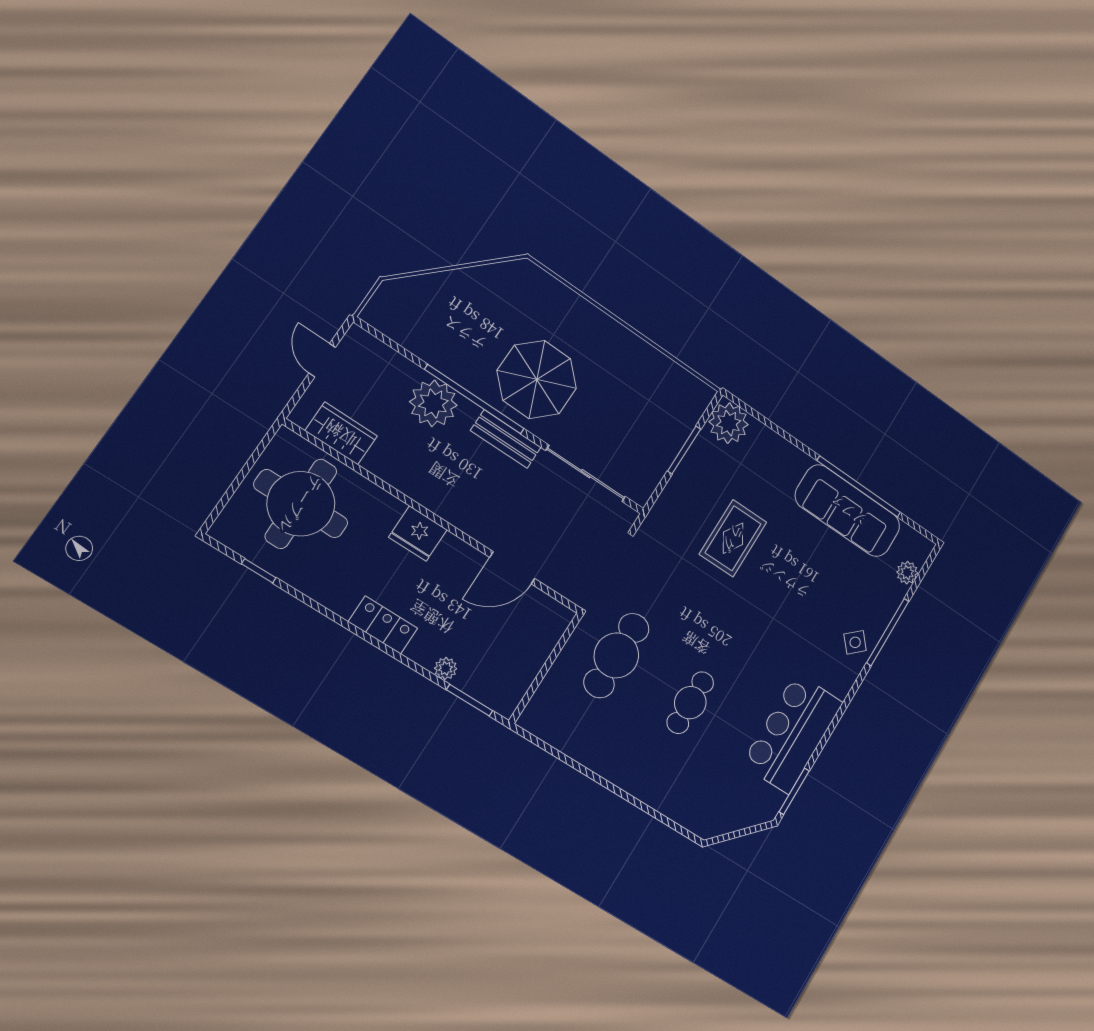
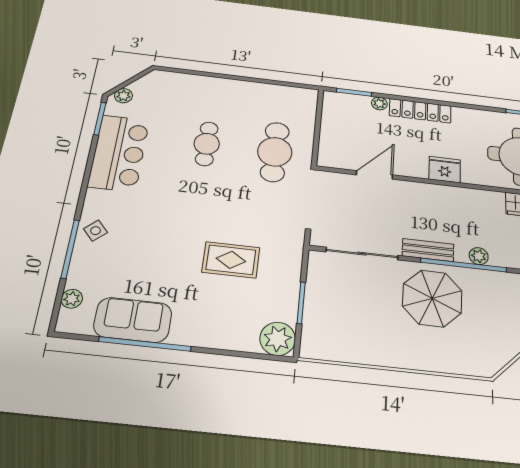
plant: (433, 403) -> (479, 256), width x0.53, depth x0.53
sofa: (848, 511) -> (133, 320), width x0.73
rug: (733, 538) -> (231, 260), turned 90
locker: (383, 625) -> (420, 111), width x1.53
plant: (755, 814) -> (123, 96), added

